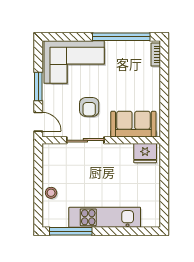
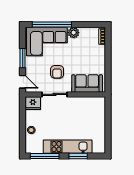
window: (121, 37) -> (52, 24), moved
plant: (114, 49) -> (74, 33), added
fridge: (145, 153) -> (33, 103), moved
window: (120, 231) -> (78, 156), added

